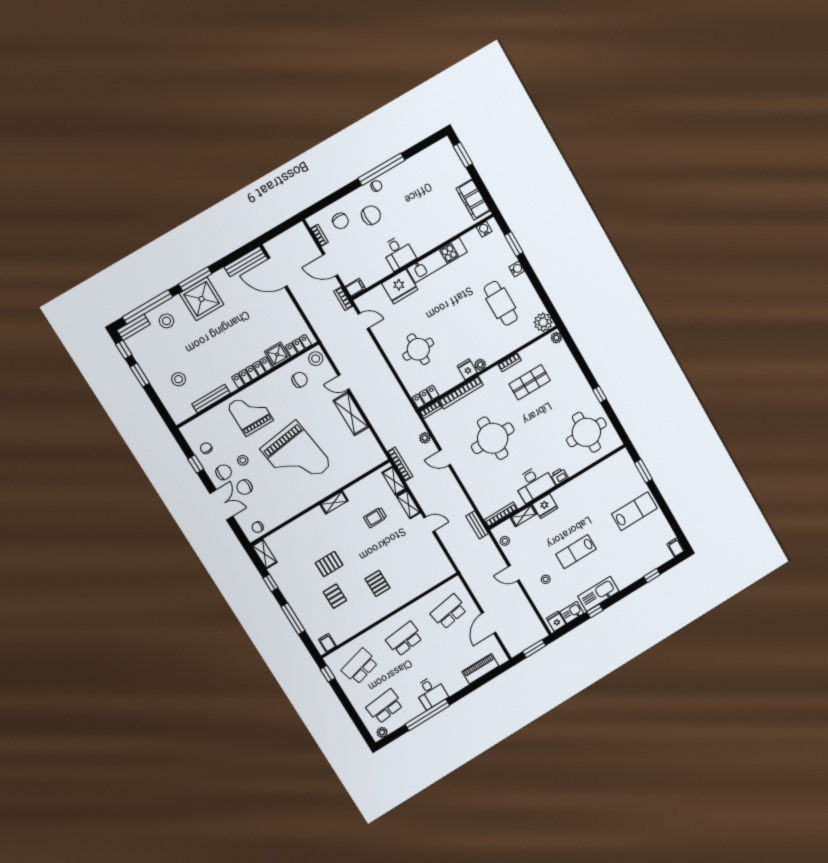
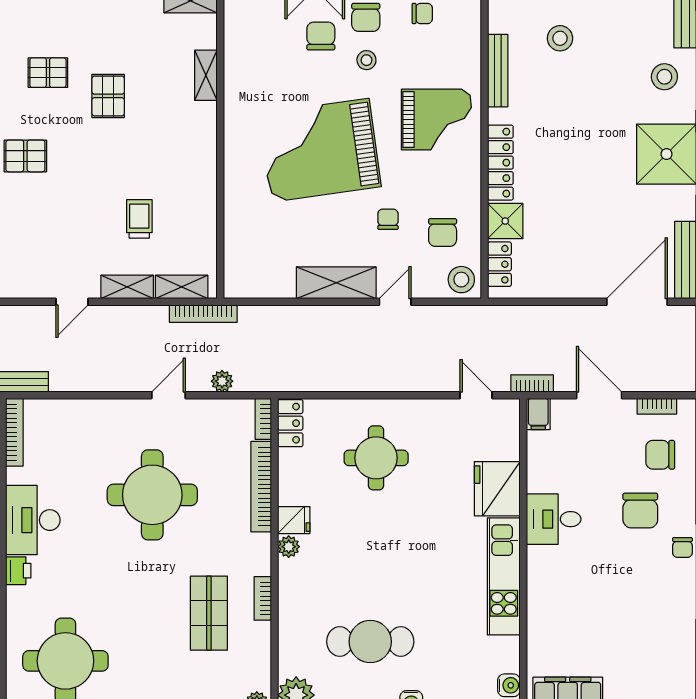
door: (330, 265) -> (599, 395), hinge flipped
door: (364, 321) -> (476, 395), swing flipped
shelving: (334, 503) -> (206, 75), moved
chair: (258, 527) -> (388, 219), moved

